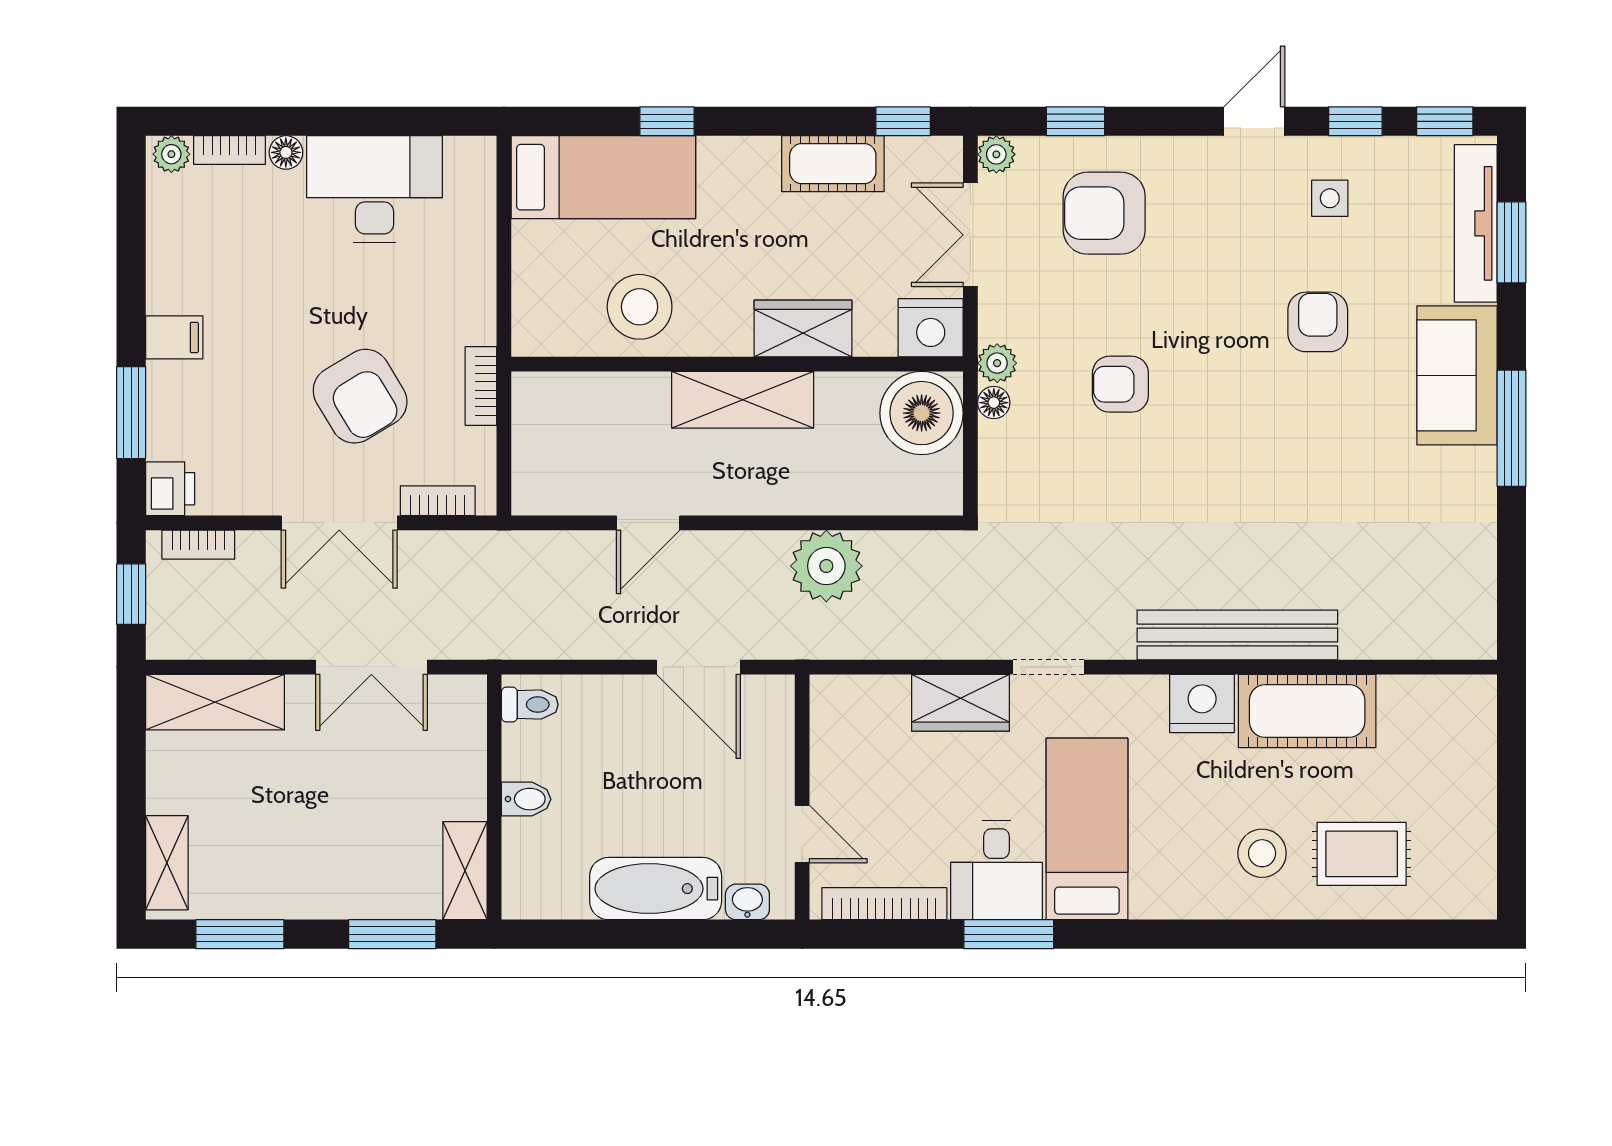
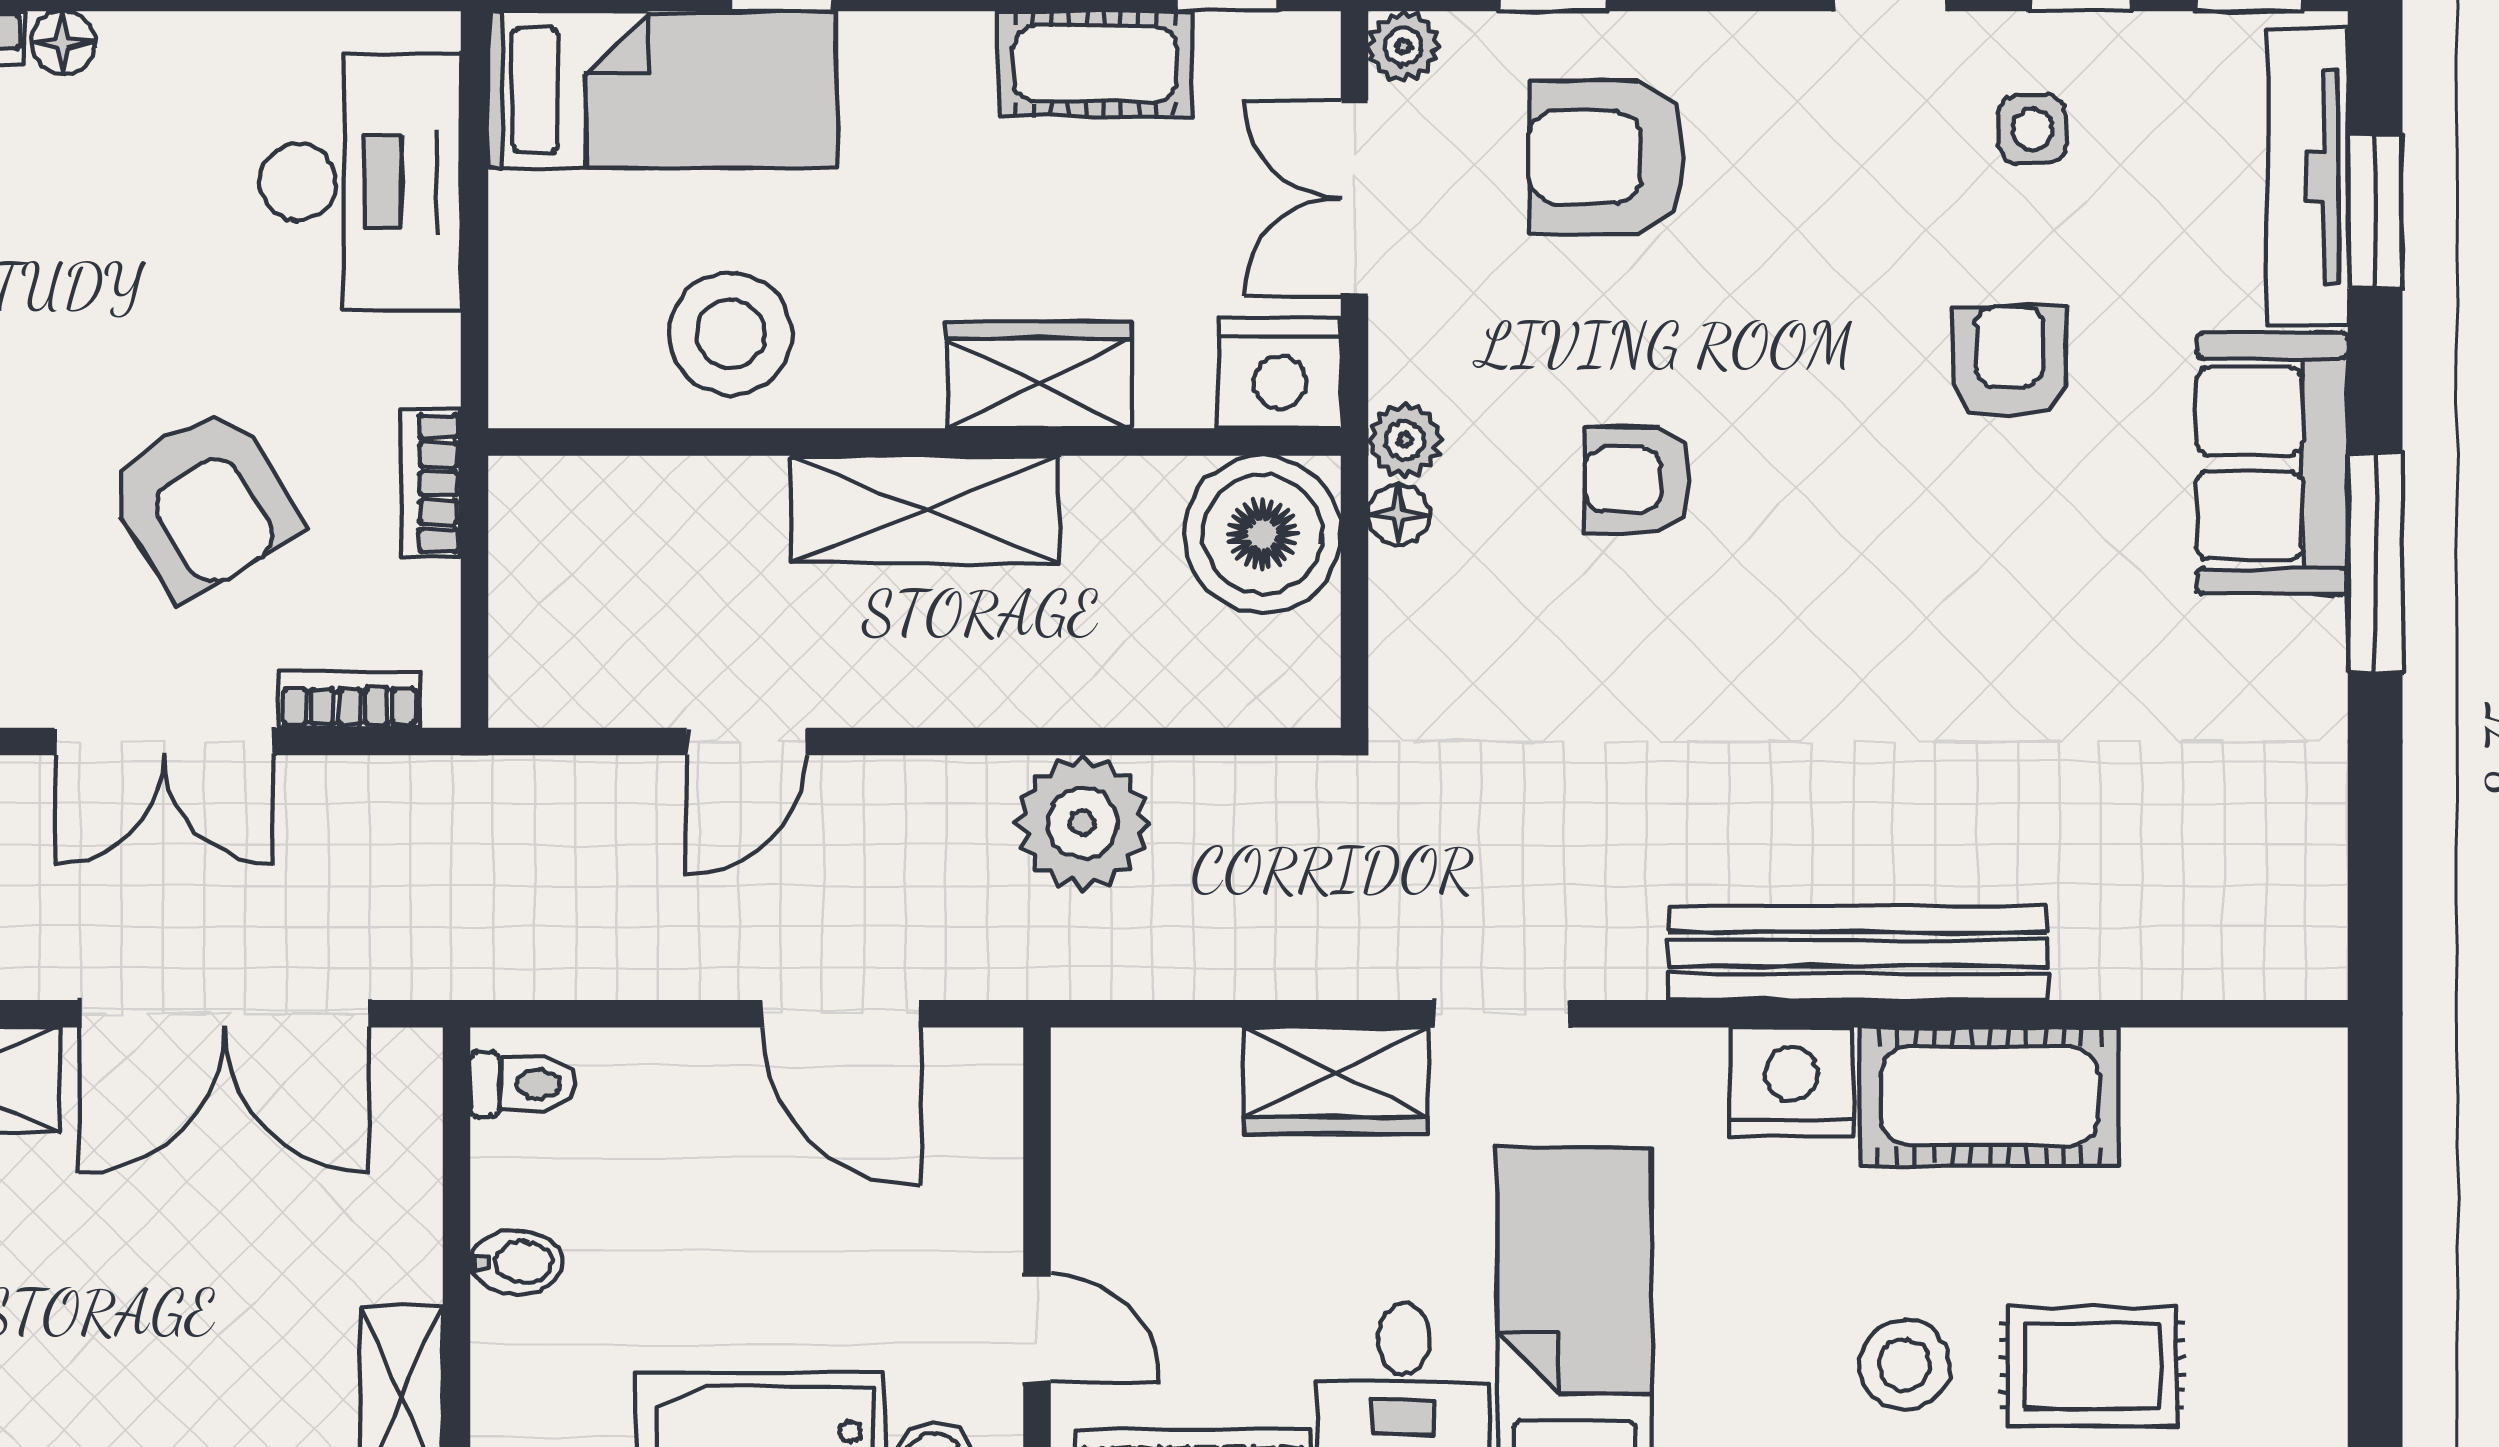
desk: (375, 189) -> (360, 182), moved, turned 90
double door: (371, 667) -> (225, 1014), width x1.37

